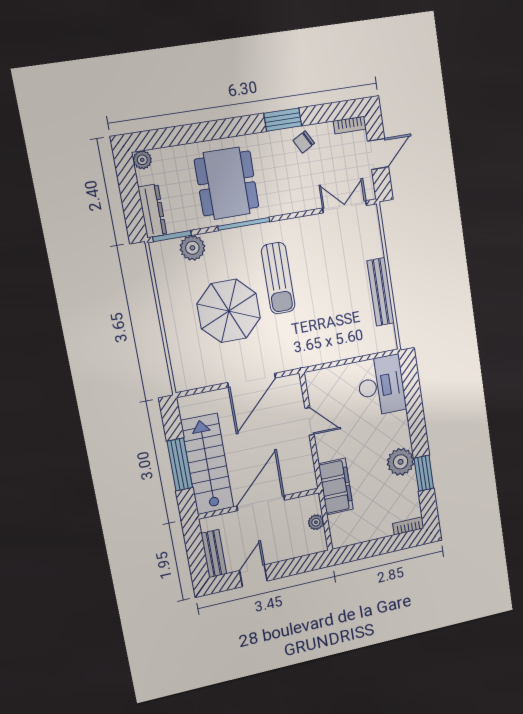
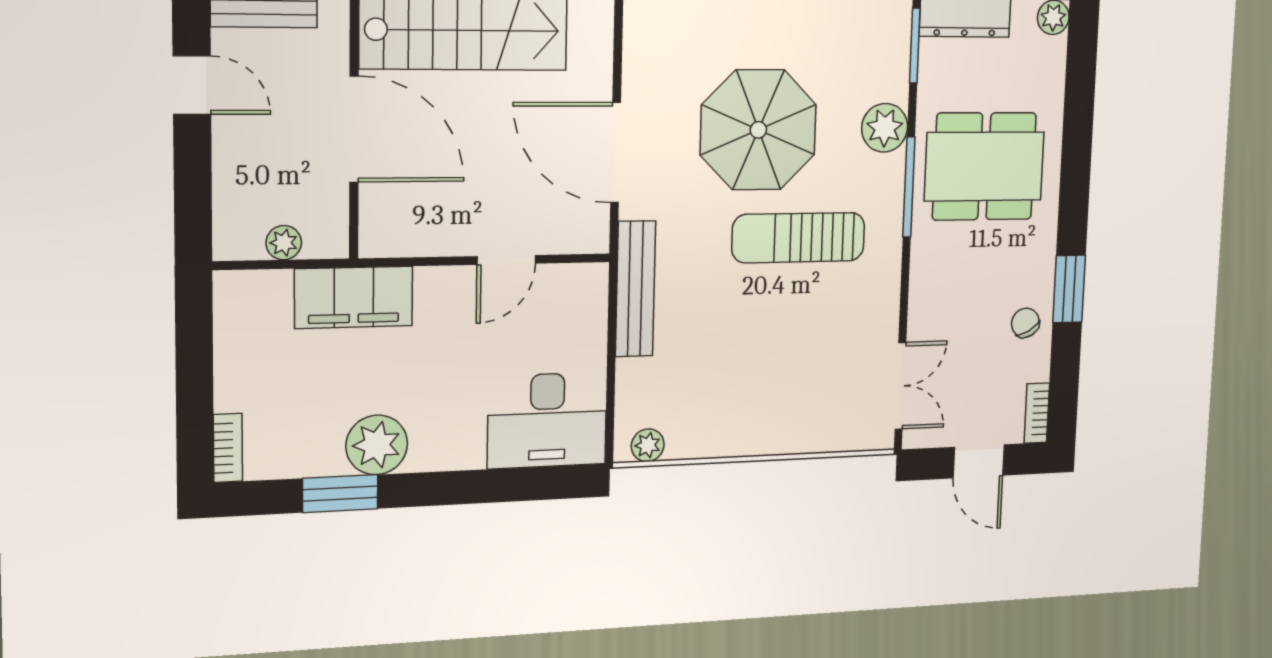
plant: (192, 248) -> (885, 128), moved
bench: (381, 292) -> (635, 289), moved, turned 90
plant: (388, 334) -> (648, 445), added

